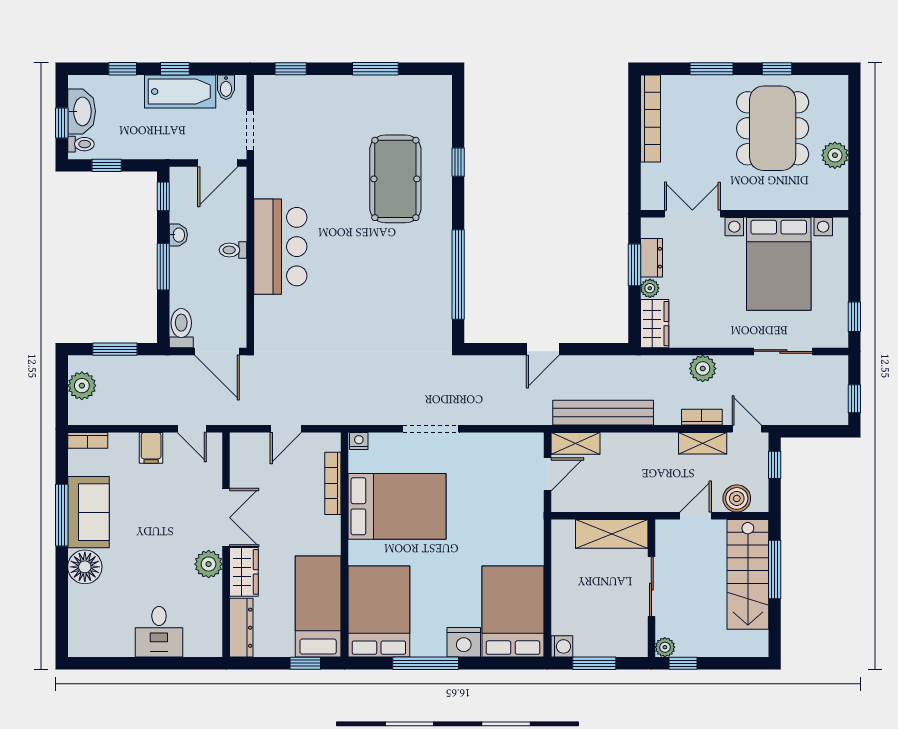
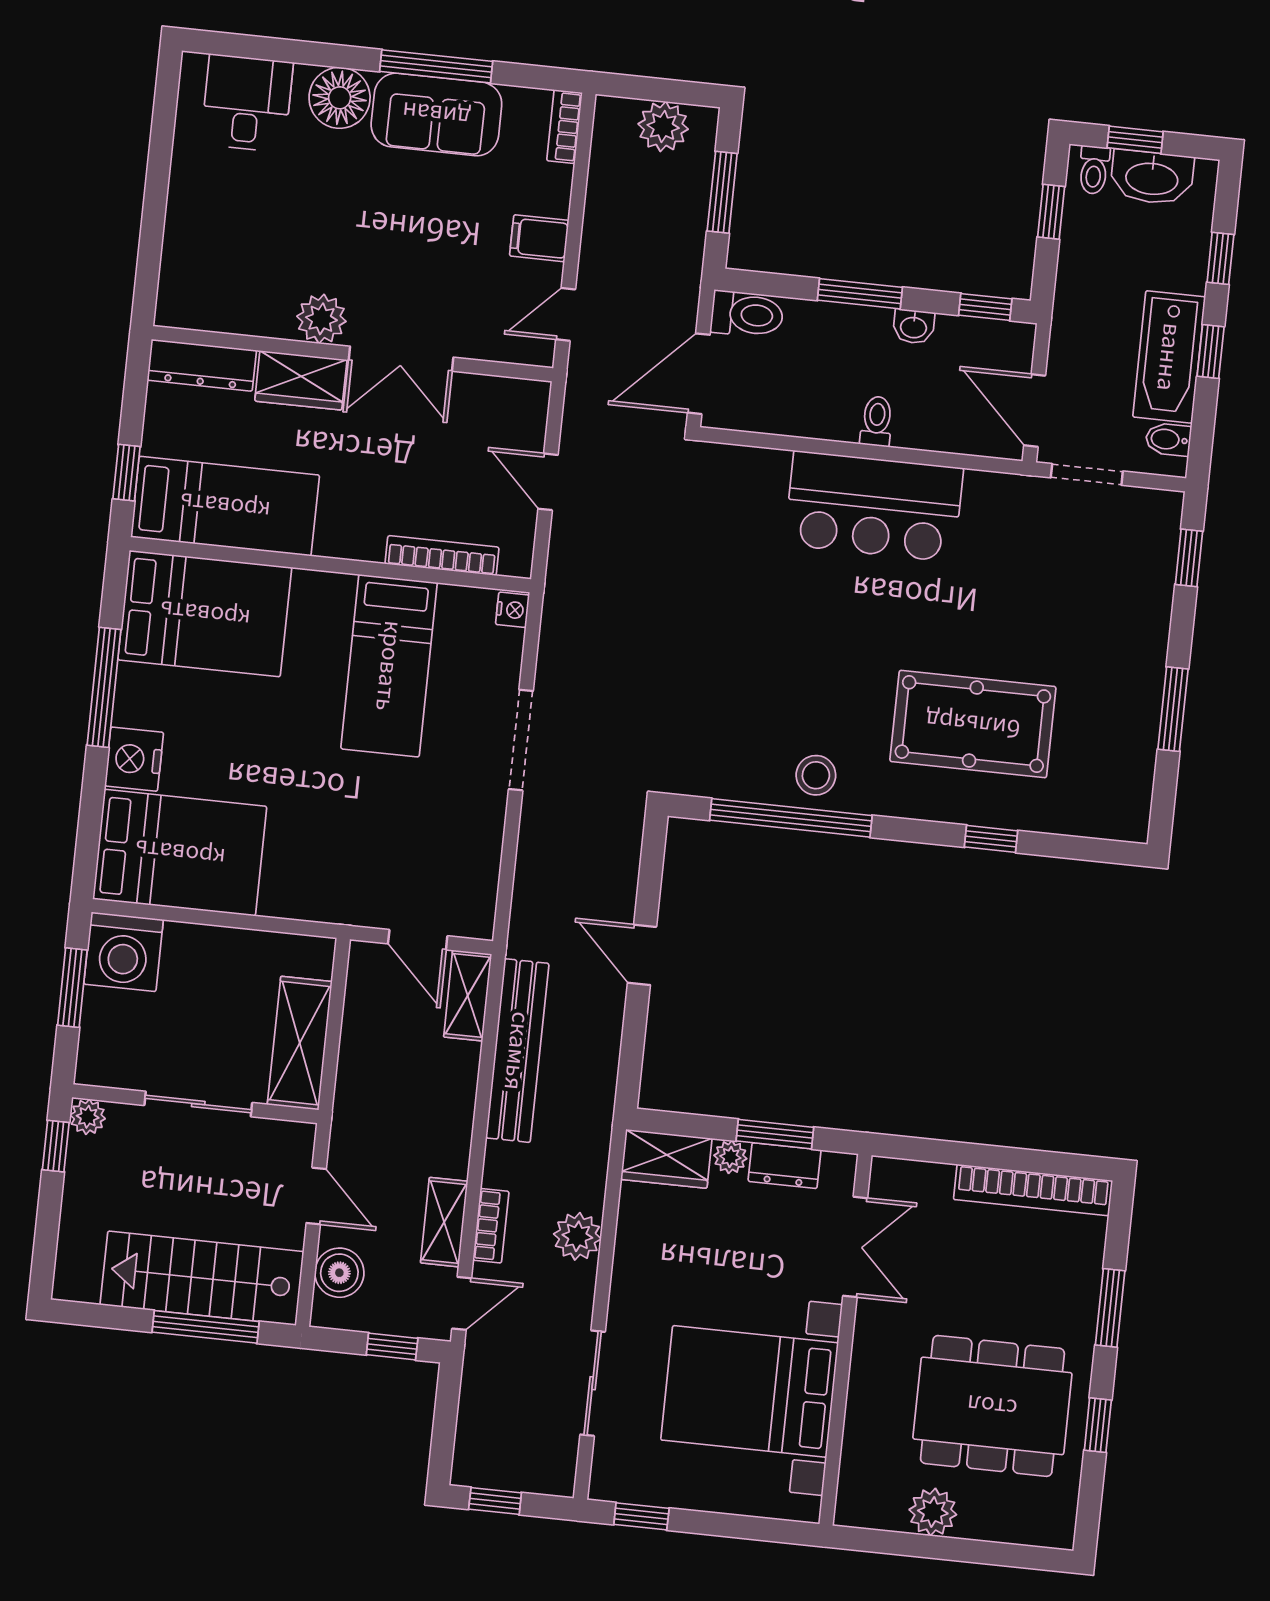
stool: (433, 263) -> (816, 775), added
bed: (397, 506) -> (389, 666), width x0.67
desk: (159, 632) -> (247, 103), moved, turned 90
washing machine: (562, 646) -> (124, 952), width x1.89, depth x1.89

